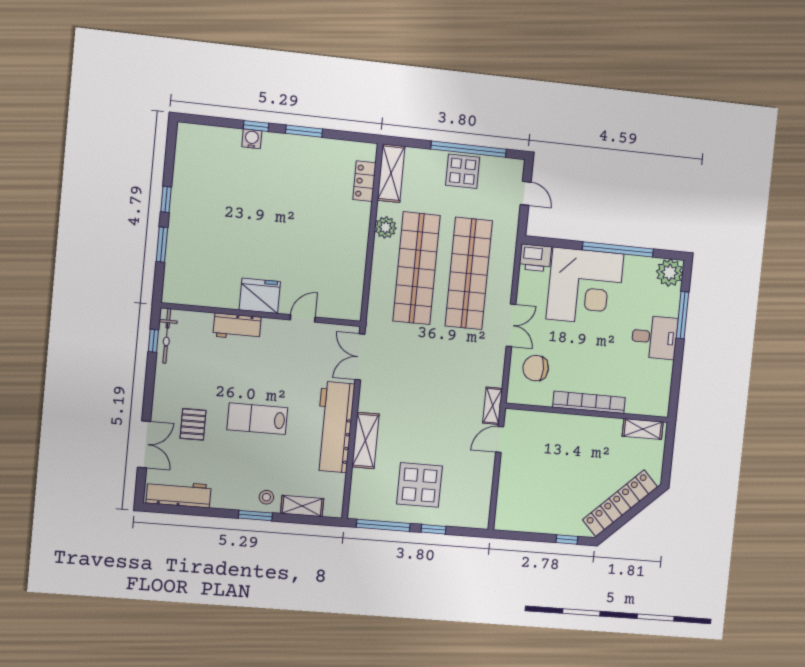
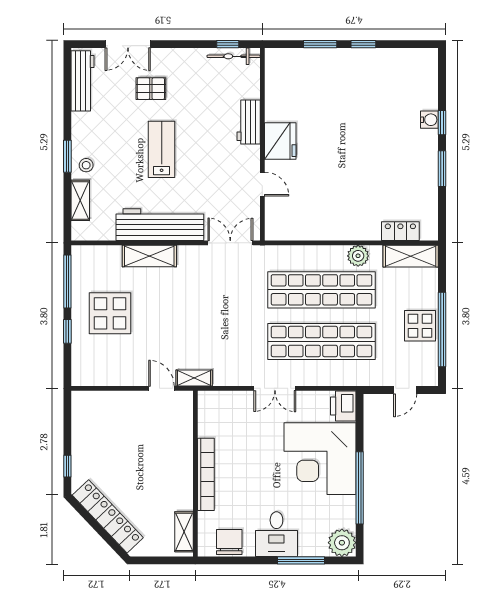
chair: (536, 368) -> (229, 542), moved

